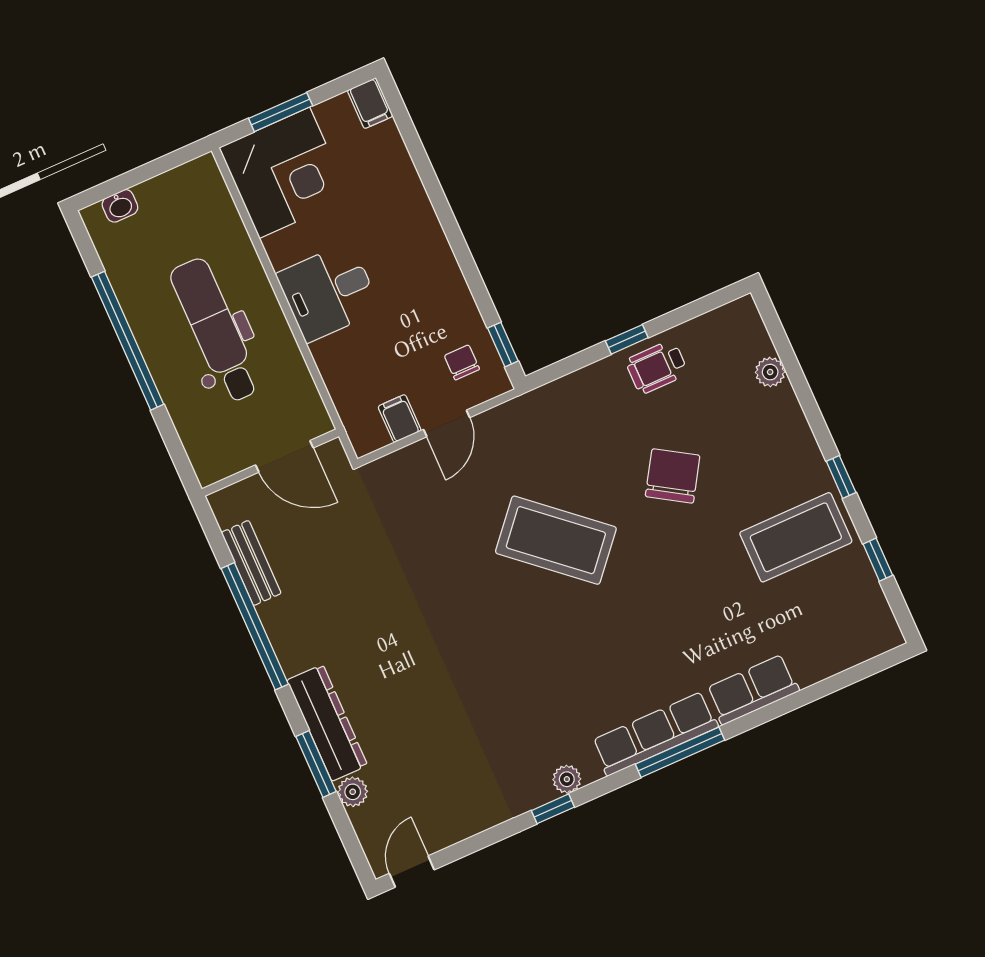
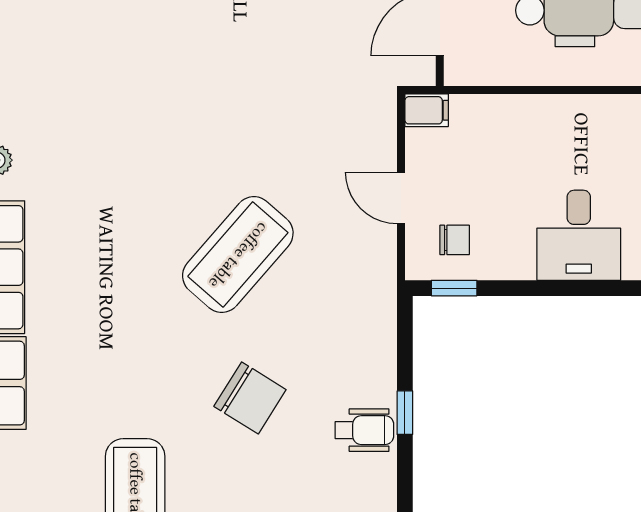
desk: (328, 292) -> (579, 235), moved, turned 180
wheelchair: (657, 367) -> (364, 430), turned 90
filing cabinet: (400, 418) -> (427, 110), moved

